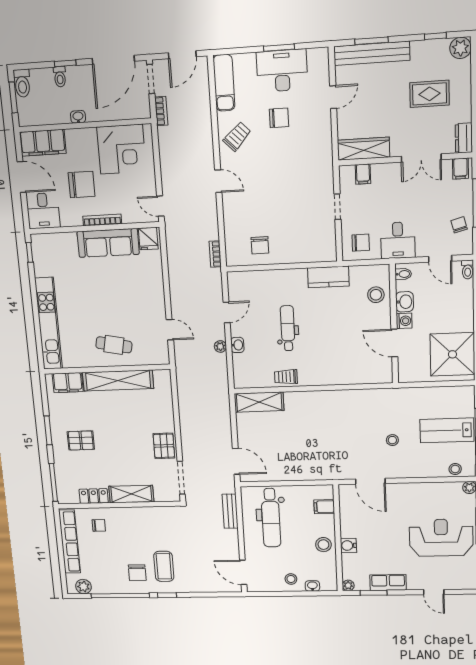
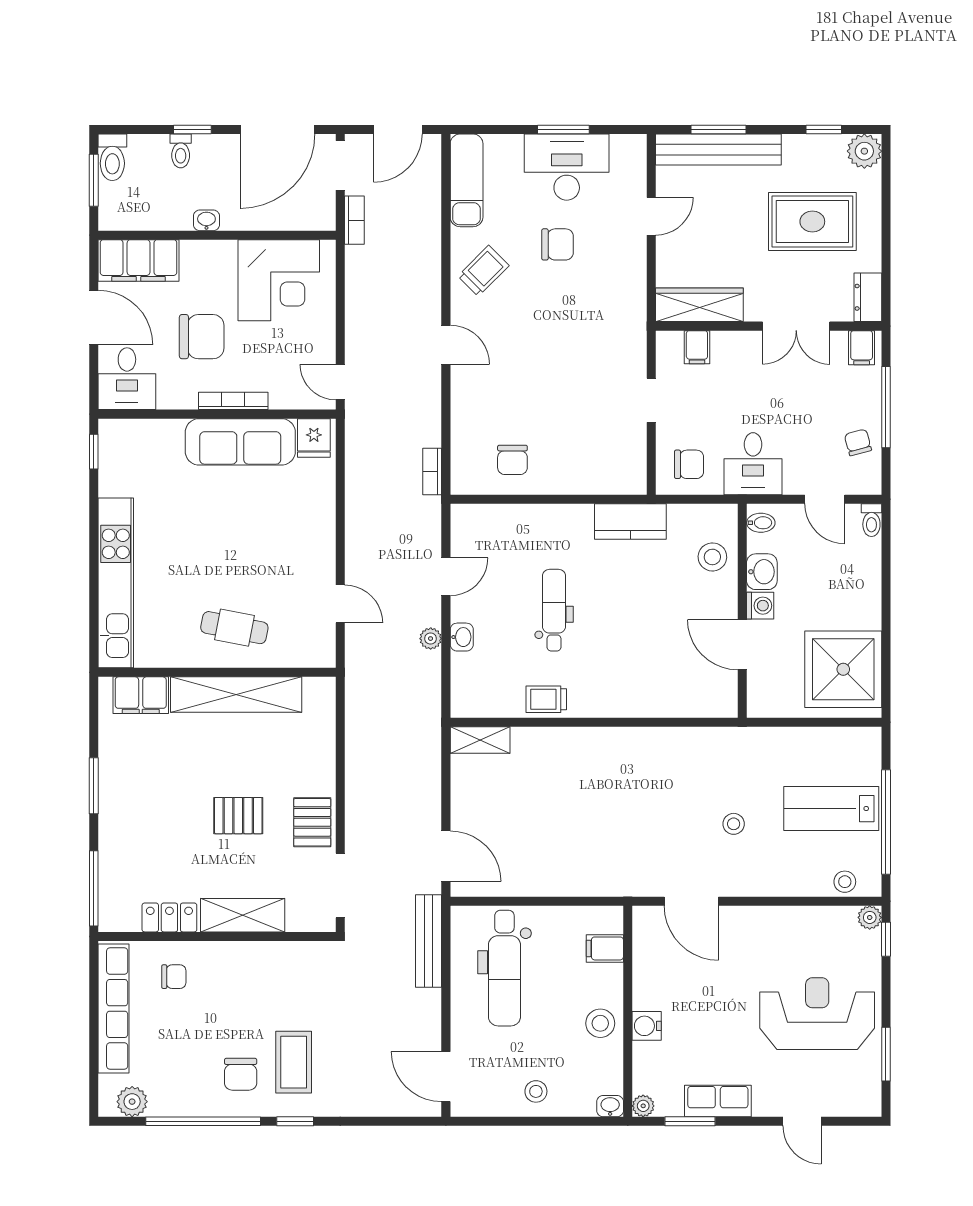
rug: (430, 94) -> (812, 222), width x1.36, depth x1.43
shelving: (259, 402) -> (480, 740), width x0.67, depth x0.75
pallet: (81, 441) -> (238, 816), moved
bench: (230, 511) -> (428, 941), width x1.36
washbasin: (312, 586) -> (610, 1106), moved

